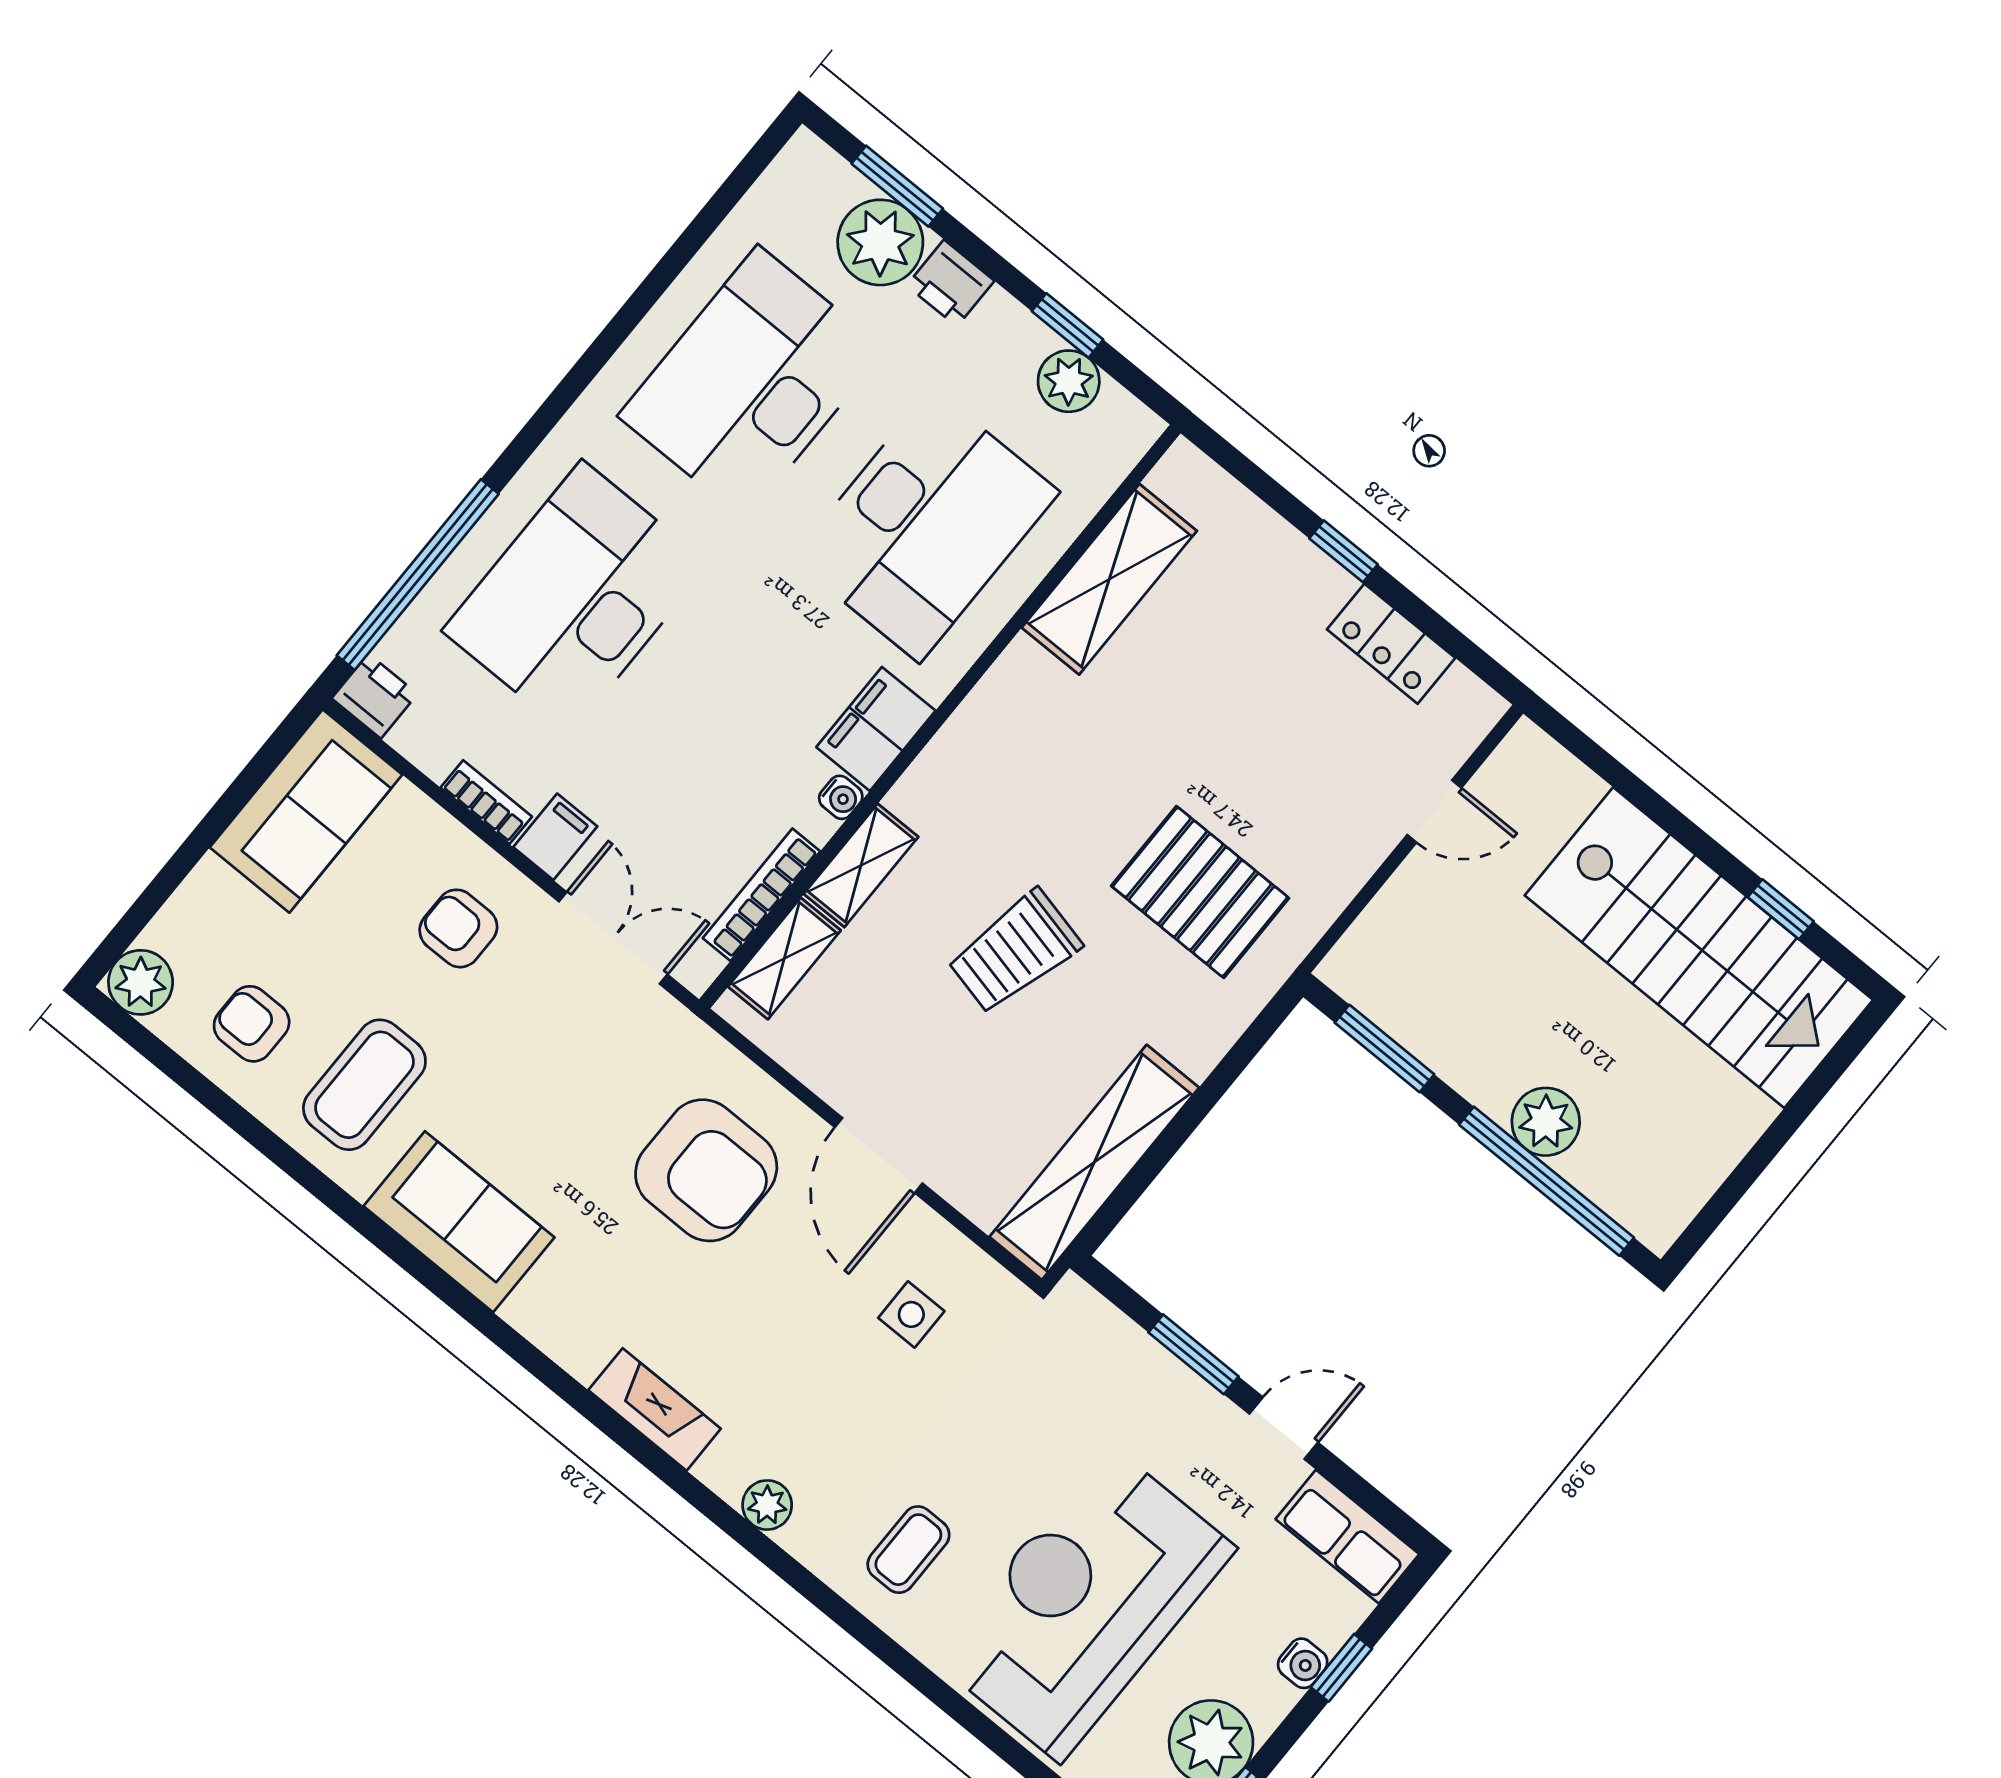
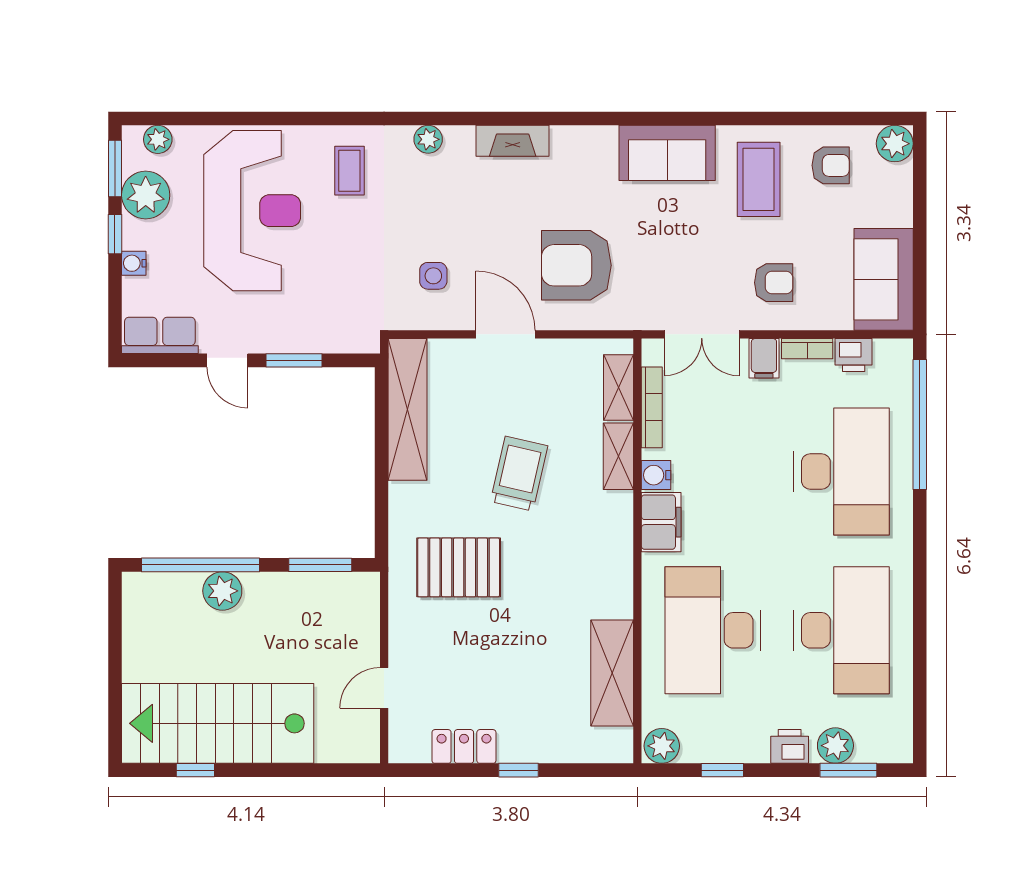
plant: (880, 242) -> (835, 746), width x0.73, depth x0.73
plant: (1069, 381) -> (662, 746), moved
printer: (375, 696) -> (854, 355), moved
water cooler: (841, 797) -> (656, 475), width x1.38, depth x1.38
door: (1284, 1428) -> (227, 360), hinge flipped
window: (1341, 1668) -> (115, 234), moved

